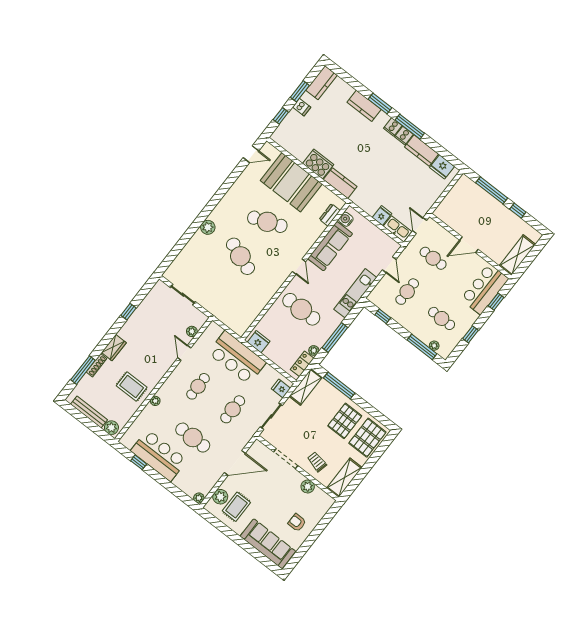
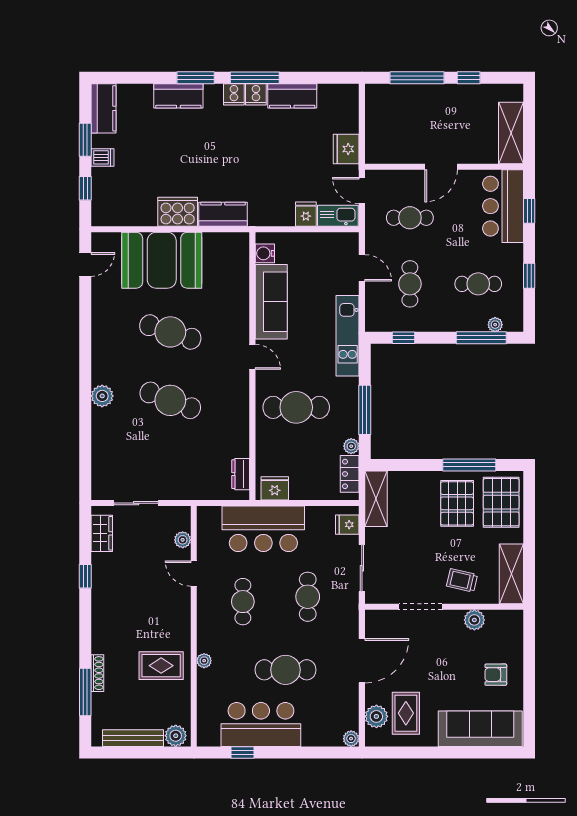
fridge: (442, 167) -> (346, 149), moved, turned 90
dresser: (330, 215) -> (241, 474), moved
cafe table: (267, 222) -> (170, 332), turned 39
wardrobe: (114, 348) -> (102, 533), moved
window: (339, 385) -> (469, 465), moved

